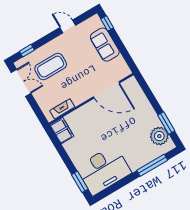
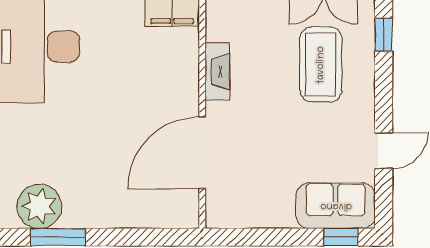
sofa: (105, 45) -> (336, 206), moved
fireplace: (62, 109) -> (217, 72), moved

